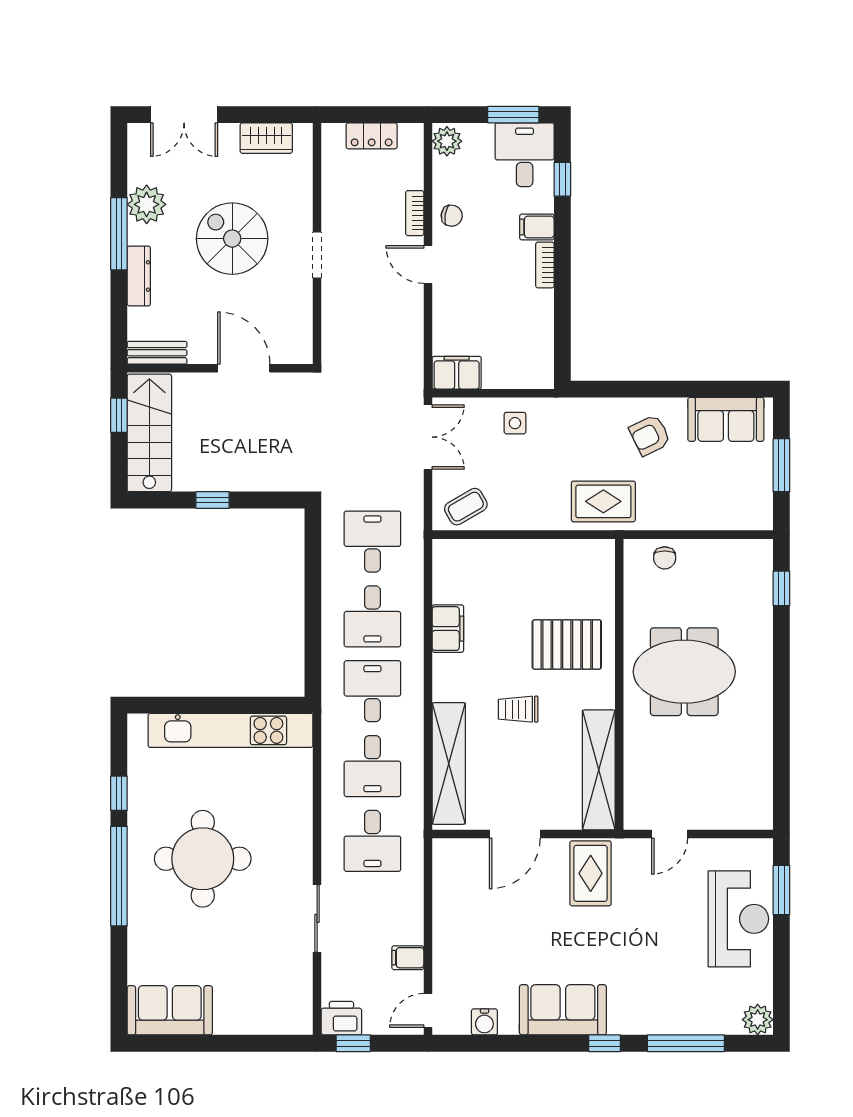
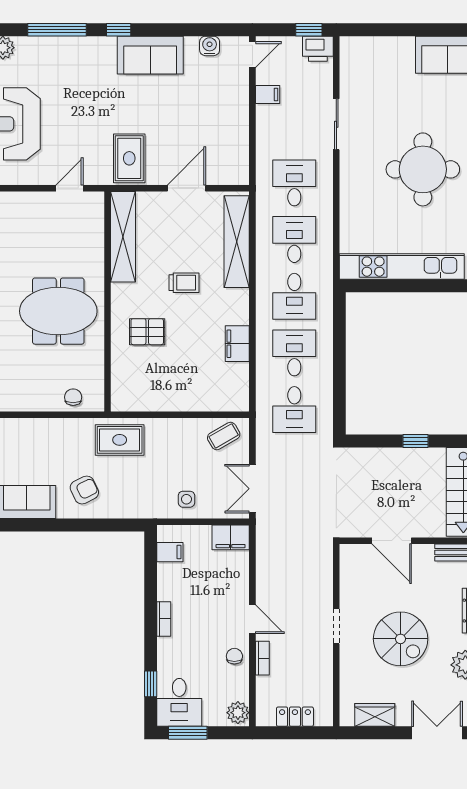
chair: (452, 216) -> (234, 656), turned 81
filing cabinet: (537, 227) -> (170, 552), moved
pallet: (567, 644) -> (147, 332), width x0.67, depth x0.71

